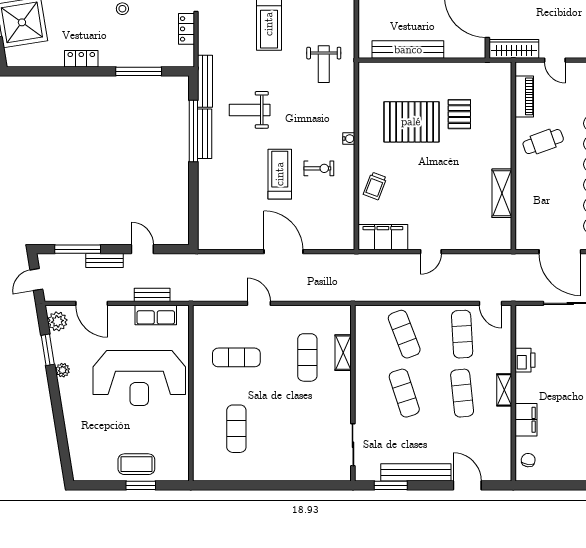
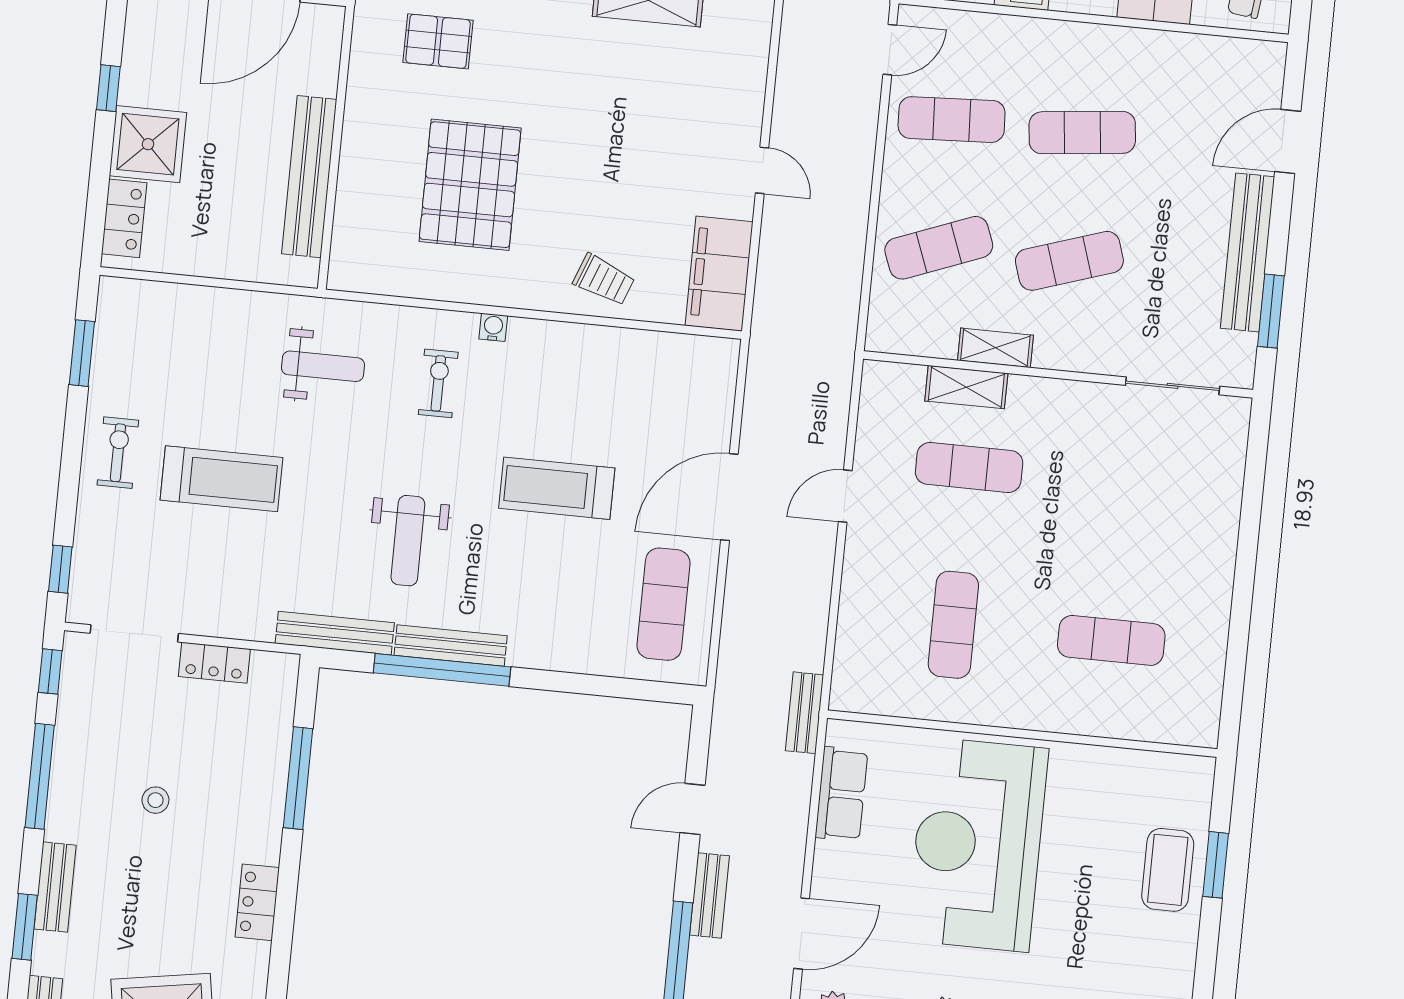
pallet: (459, 114) -> (438, 41), moved
exercise bike: (319, 168) -> (438, 383), moved
exercise mat: (233, 227) -> (663, 604), added
bench: (152, 295) -> (805, 713), moved
door: (259, 303) -> (845, 496), moved
reception desk: (139, 378) -> (977, 844), turned 180
shelving: (504, 390) -> (995, 348), moved

